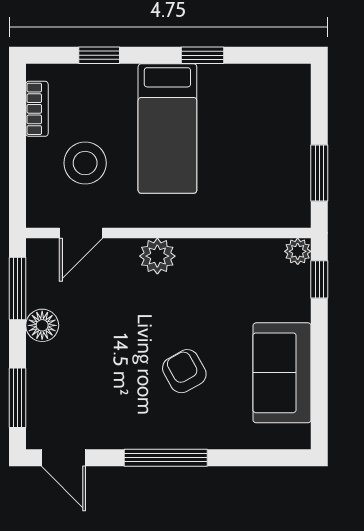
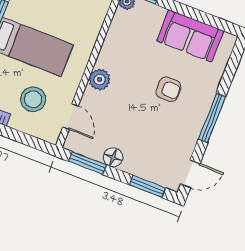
armchair: (184, 371) -> (168, 89), turned -151

